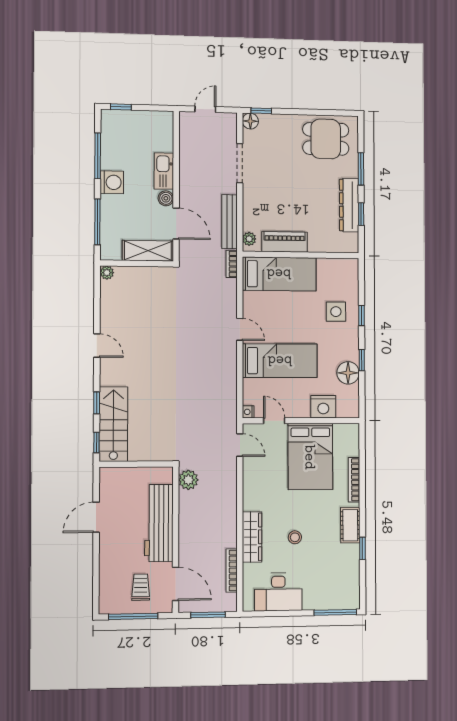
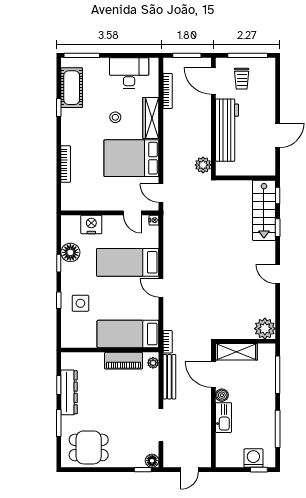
washing machine: (112, 182) -> (253, 458), moved, turned 90
plant: (107, 273) -> (265, 329), width x1.87, depth x1.87
bed: (310, 457) -> (131, 158), moved, turned -90
cot: (350, 525) -> (72, 88), moved, width x1.37, depth x1.34

